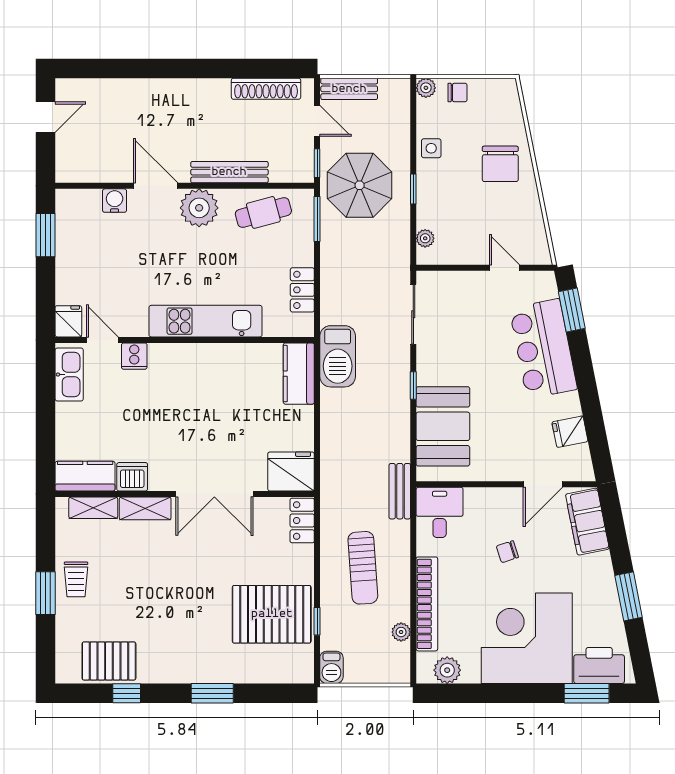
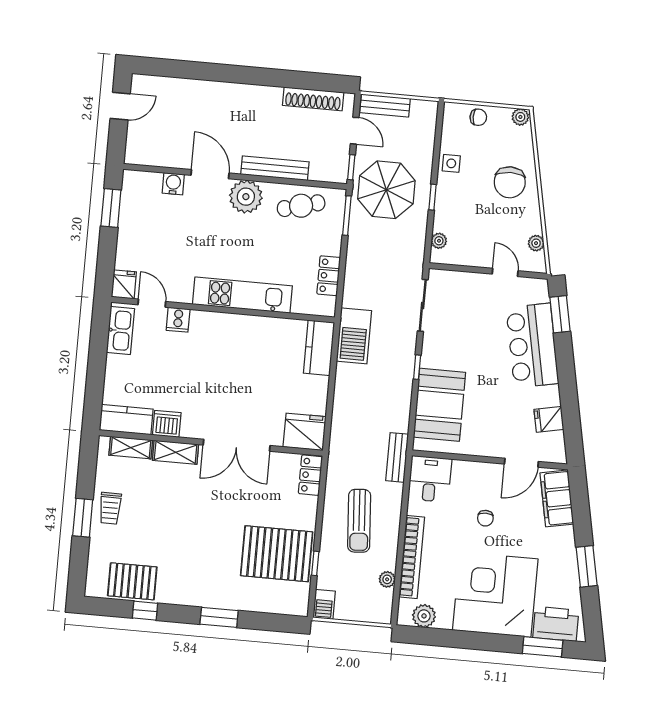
plant: (426, 88) -> (520, 117), moved
plant: (537, 231) -> (536, 243), added
chair: (507, 552) -> (485, 518), turned -72

